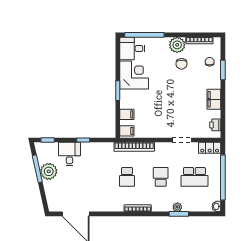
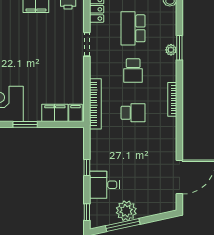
filing cabinet: (127, 114) -> (55, 113), width x2.00
school desk: (161, 177) -> (133, 71), turned -90
school desk: (194, 177) -> (133, 28), turned 180

